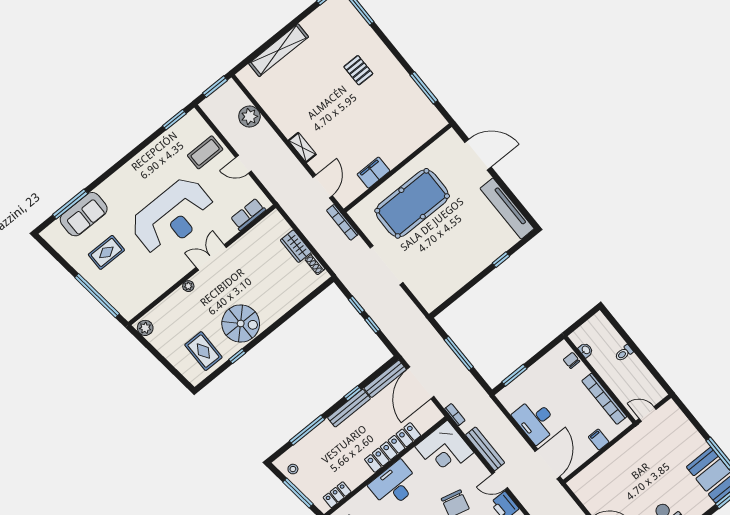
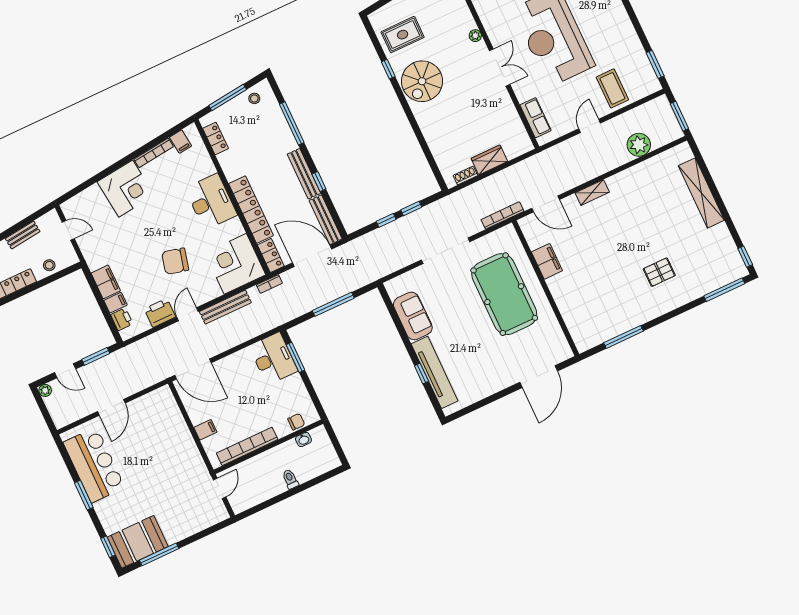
tv unit: (507, 209) -> (435, 372), moved, turned 90
sofa: (452, 280) -> (413, 316), added
locker: (429, 420) -> (271, 255), added
desk: (536, 421) -> (273, 358), moved, turned 90

